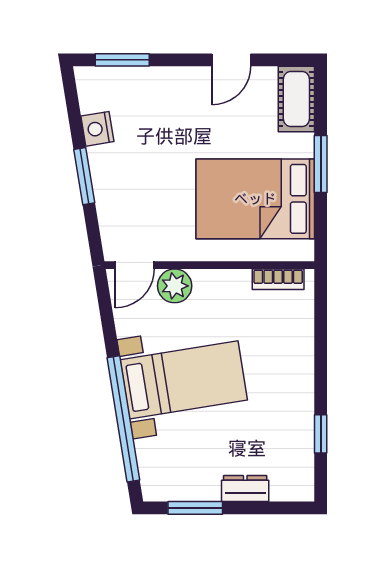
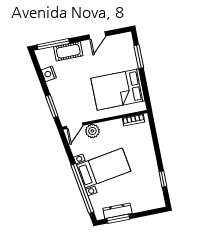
window: (122, 60) -> (53, 44), width x1.44
cot: (296, 99) -> (68, 51), moved, turned 90
window: (321, 164) -> (139, 57), moved
window: (84, 176) -> (52, 106), moved
dresser: (245, 488) -> (117, 211), moved, width x1.44

